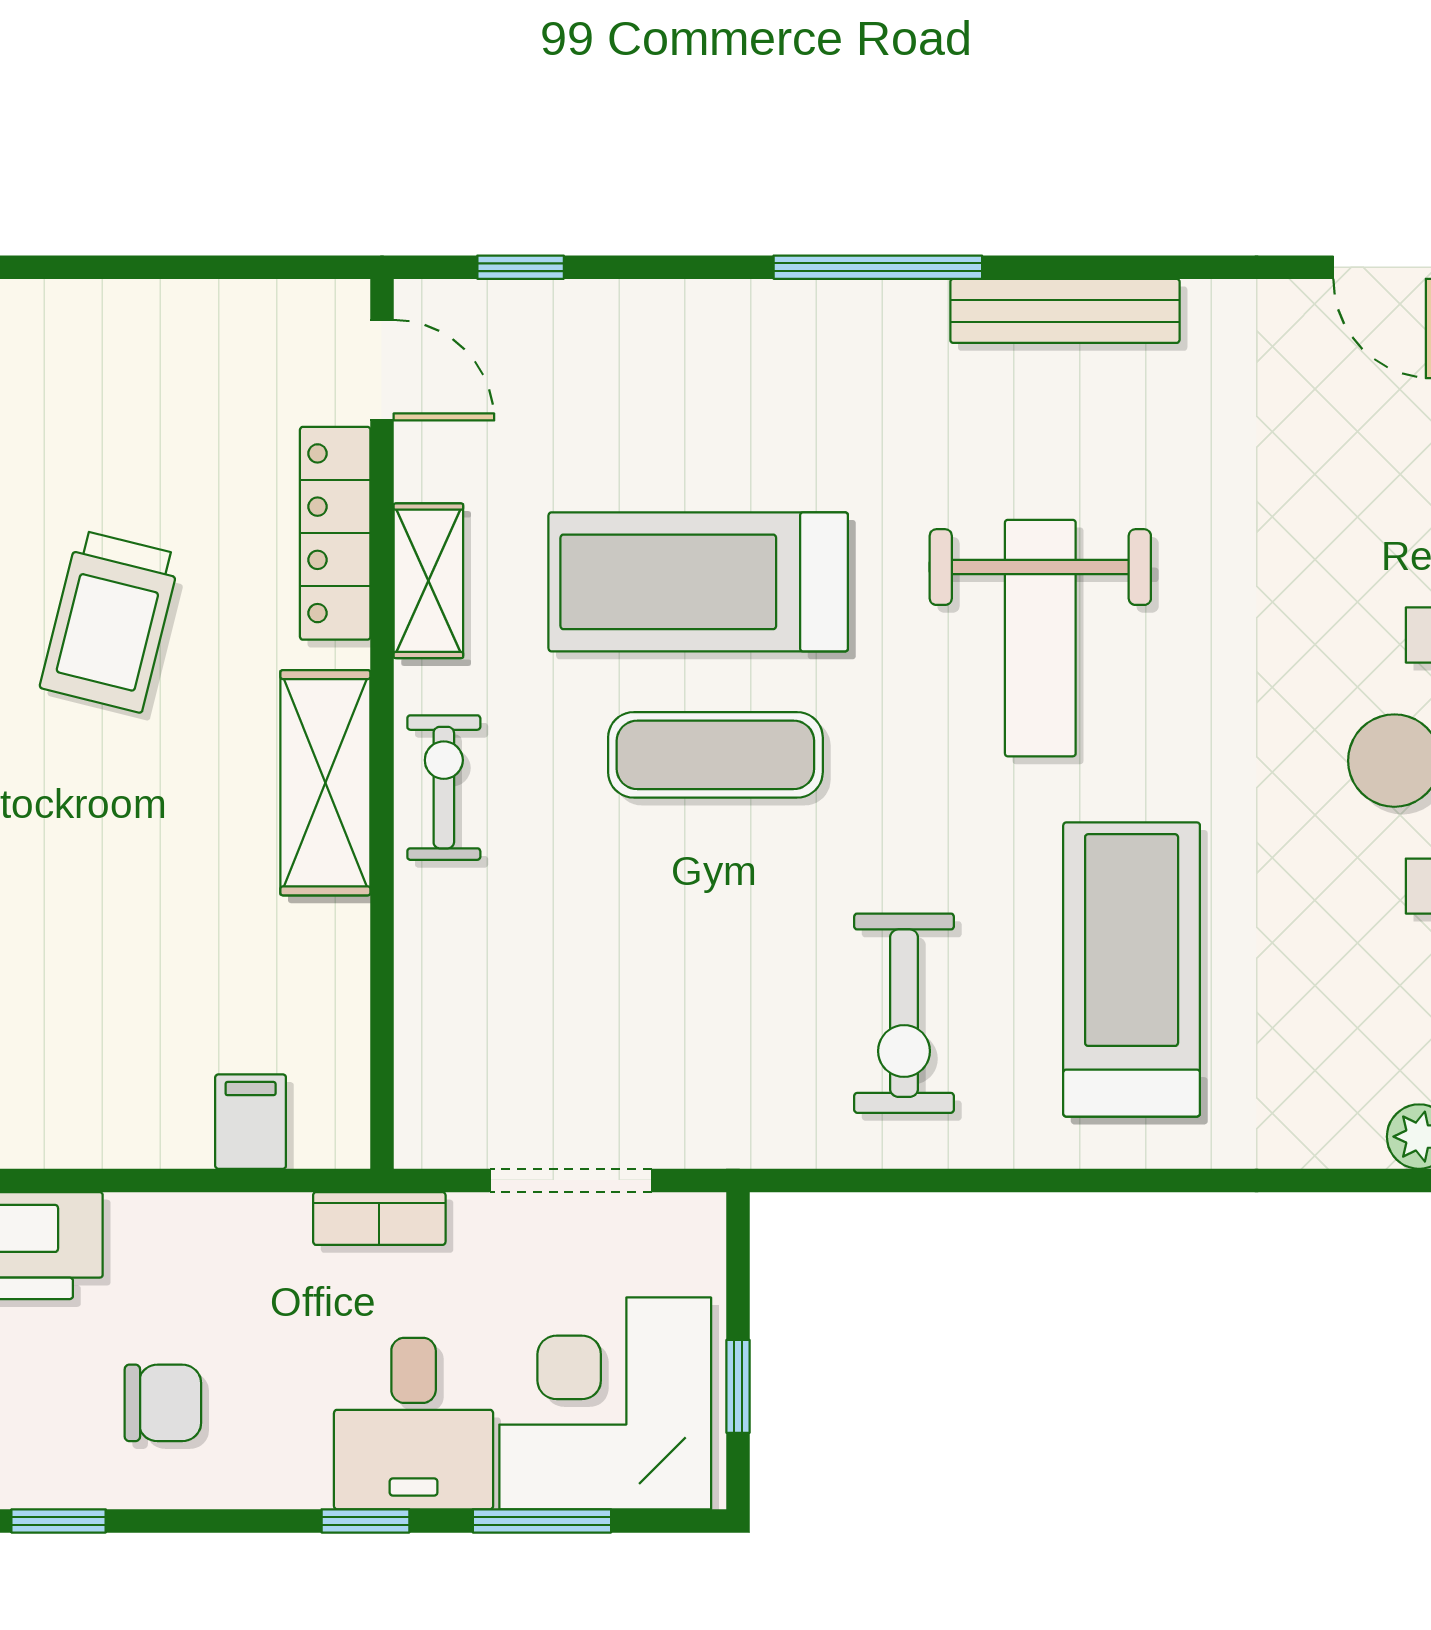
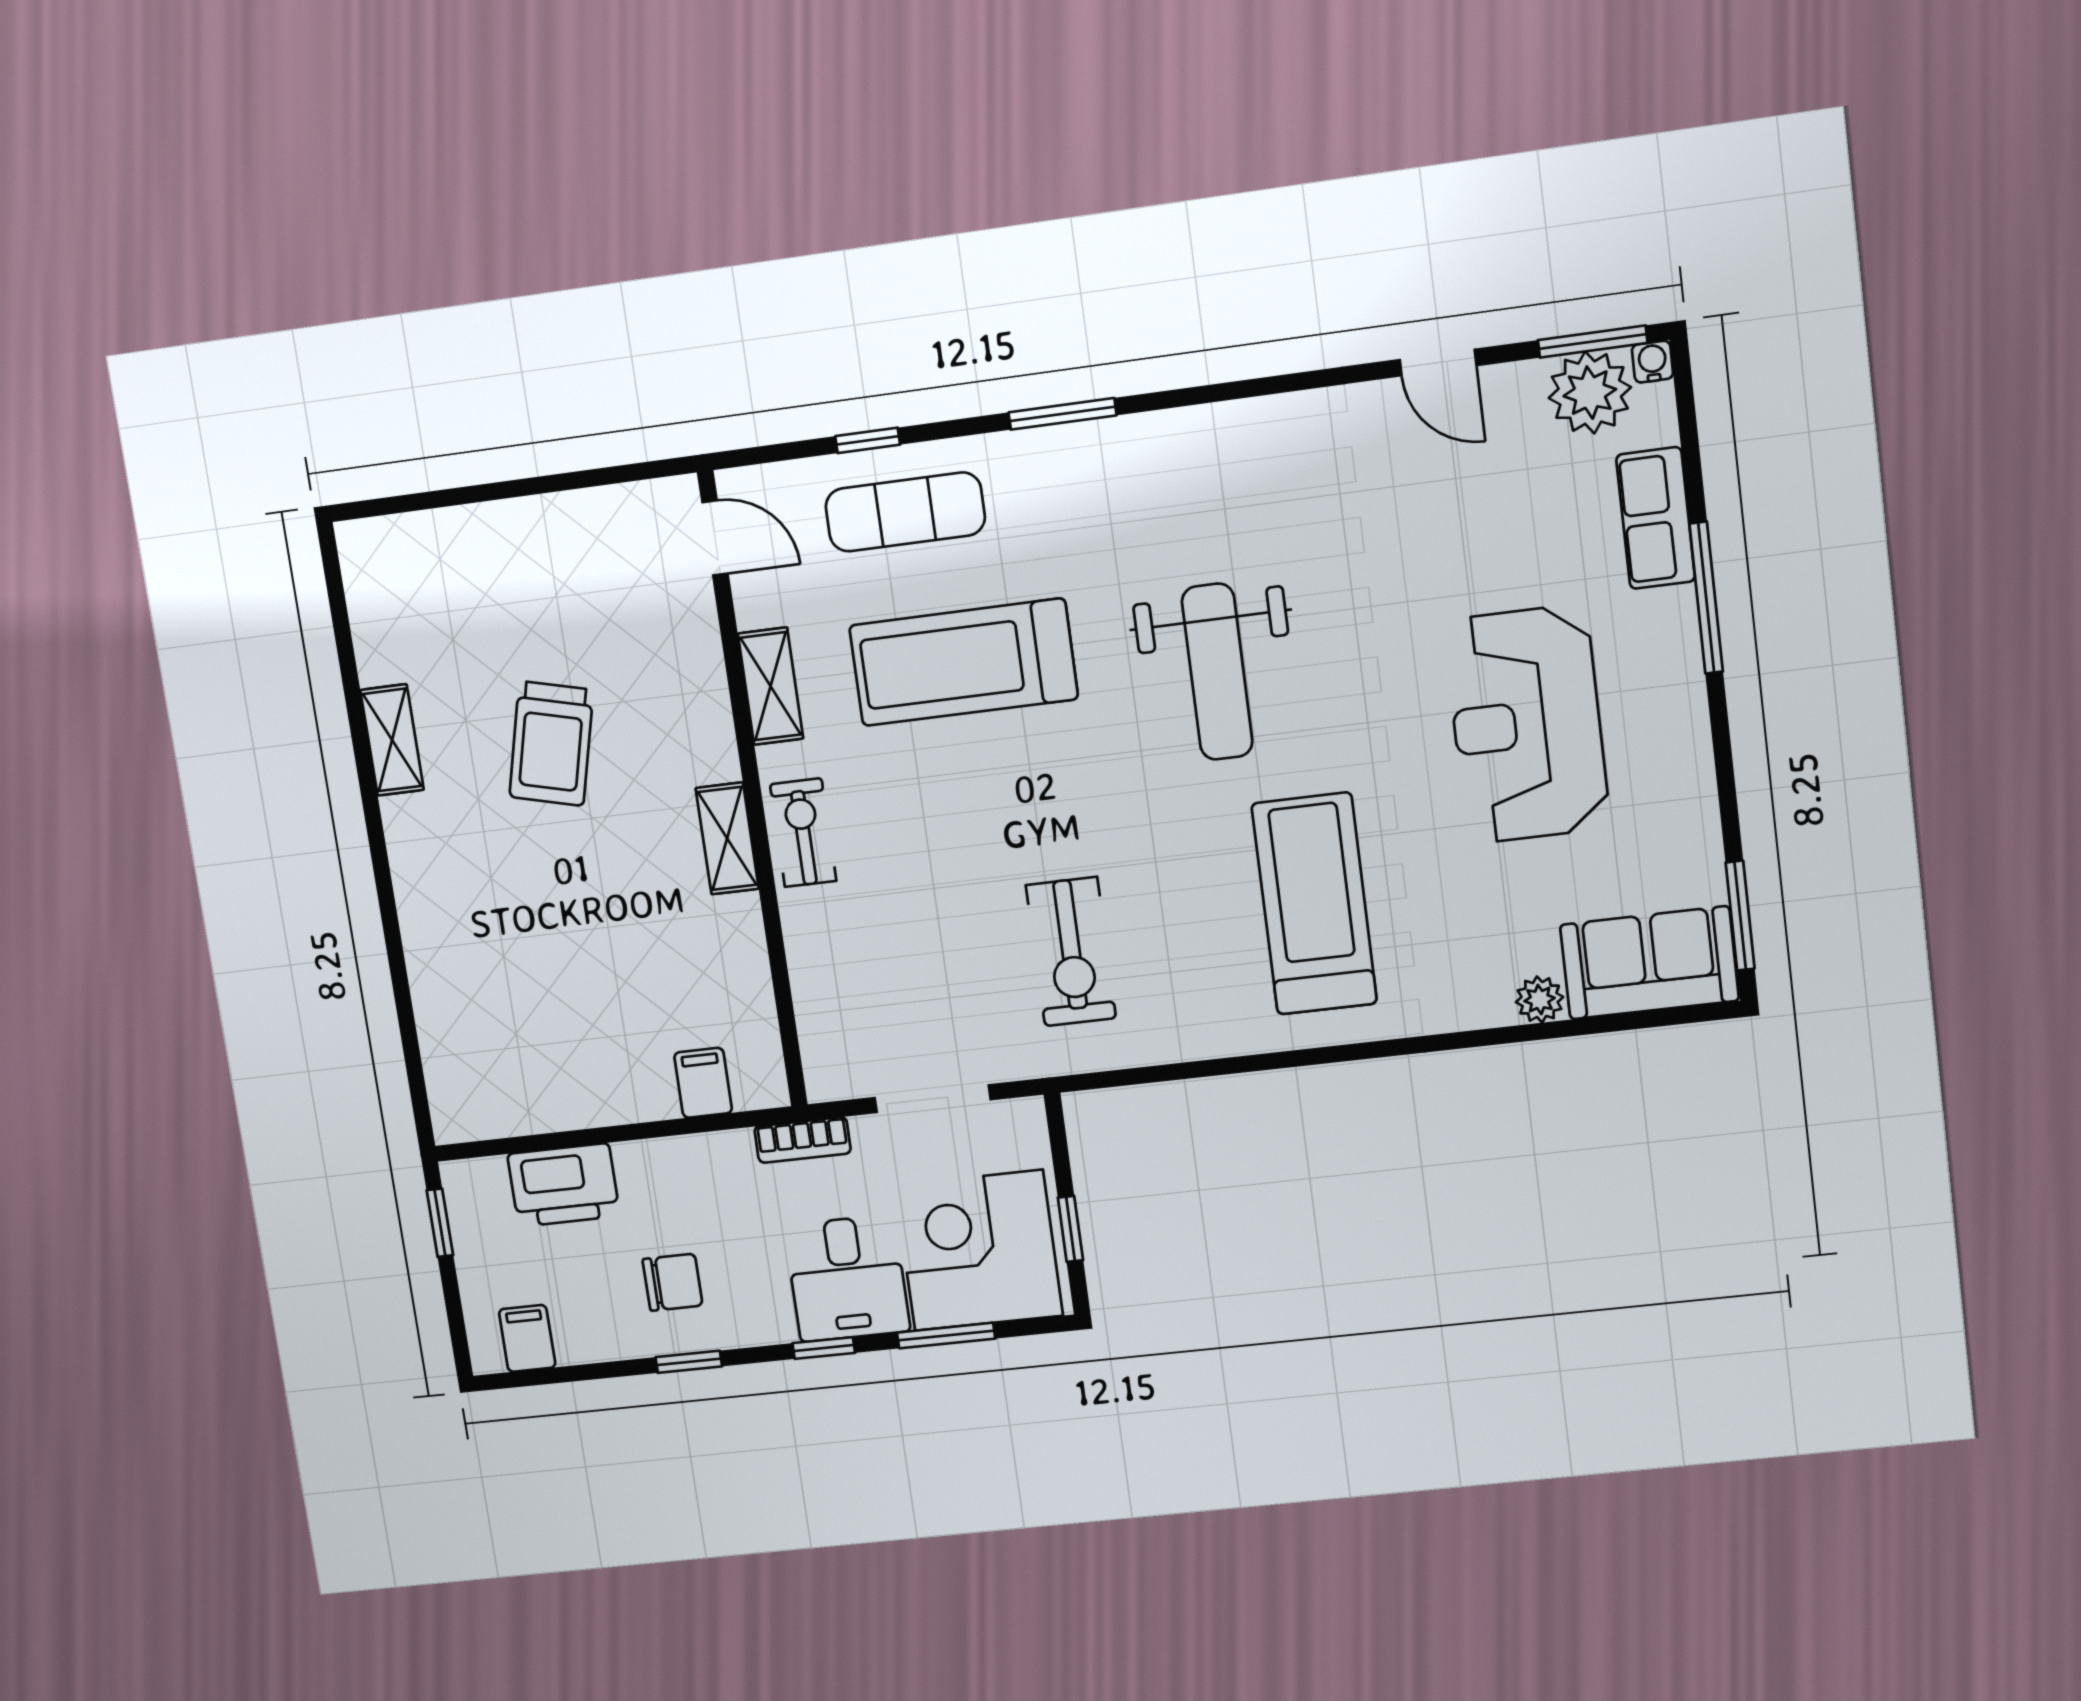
window: (521, 267) -> (868, 440), moved
window: (878, 267) -> (1062, 414), width x0.69
bench: (1065, 311) -> (1204, 428), removed
locker: (335, 533) -> (699, 660), removed
exercise mat: (715, 755) -> (905, 512), moved
shelving: (325, 783) -> (727, 838), width x0.67, depth x0.75
exercise bike: (904, 1013) -> (1071, 952), moved
window: (59, 1521) -> (689, 1362), moved

